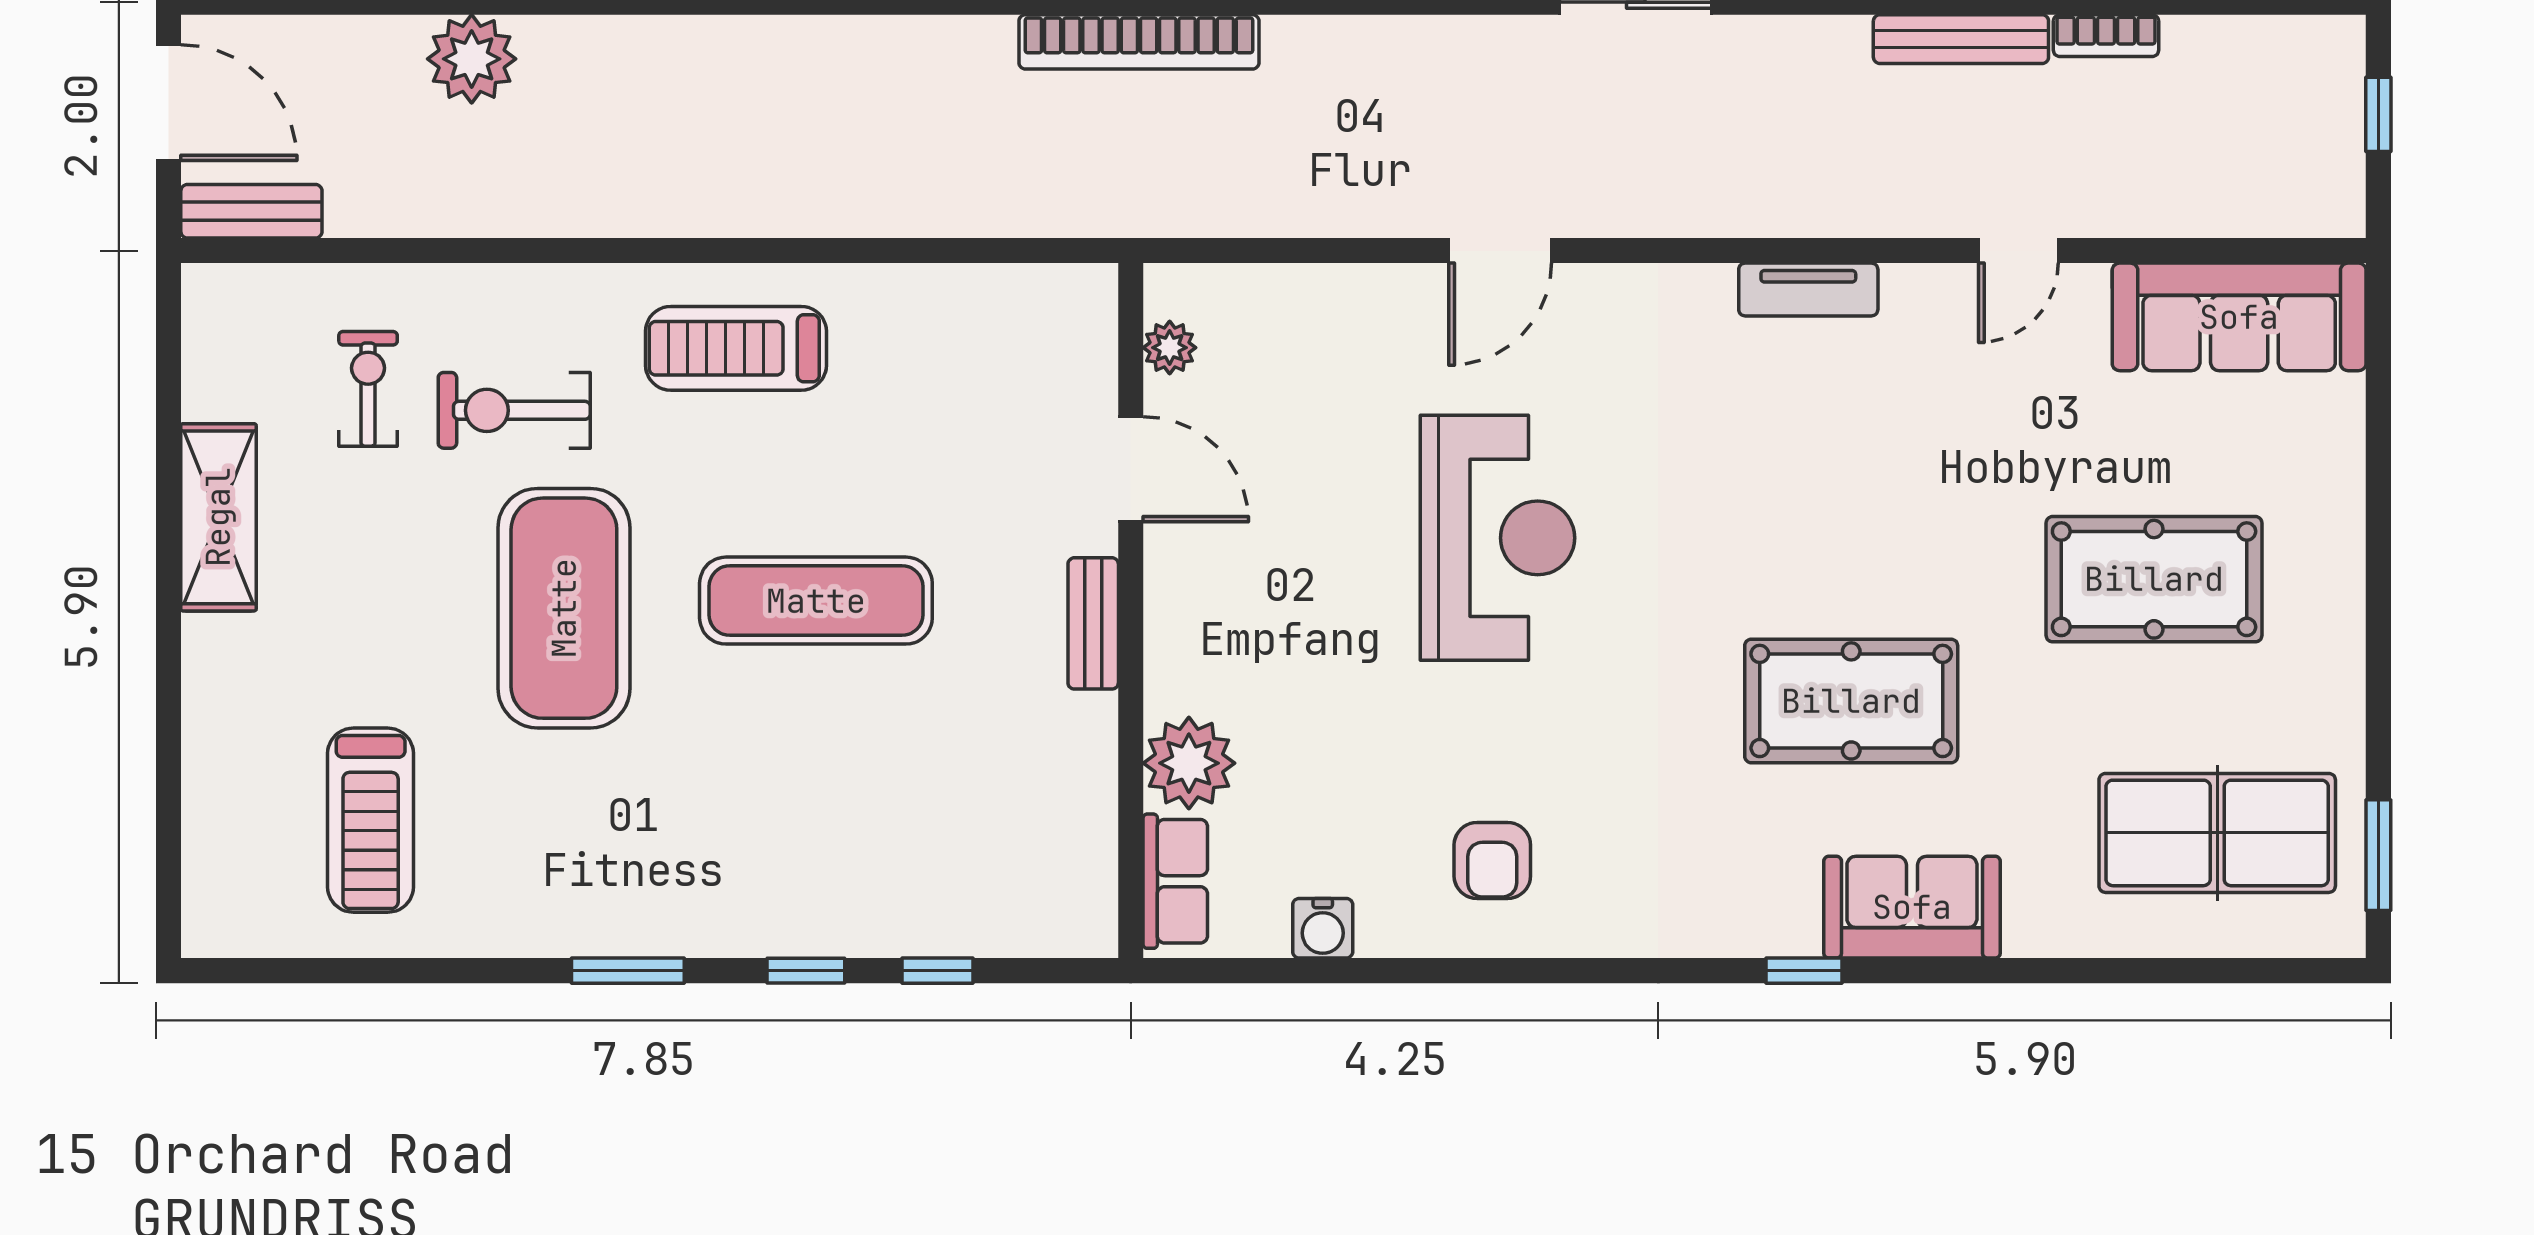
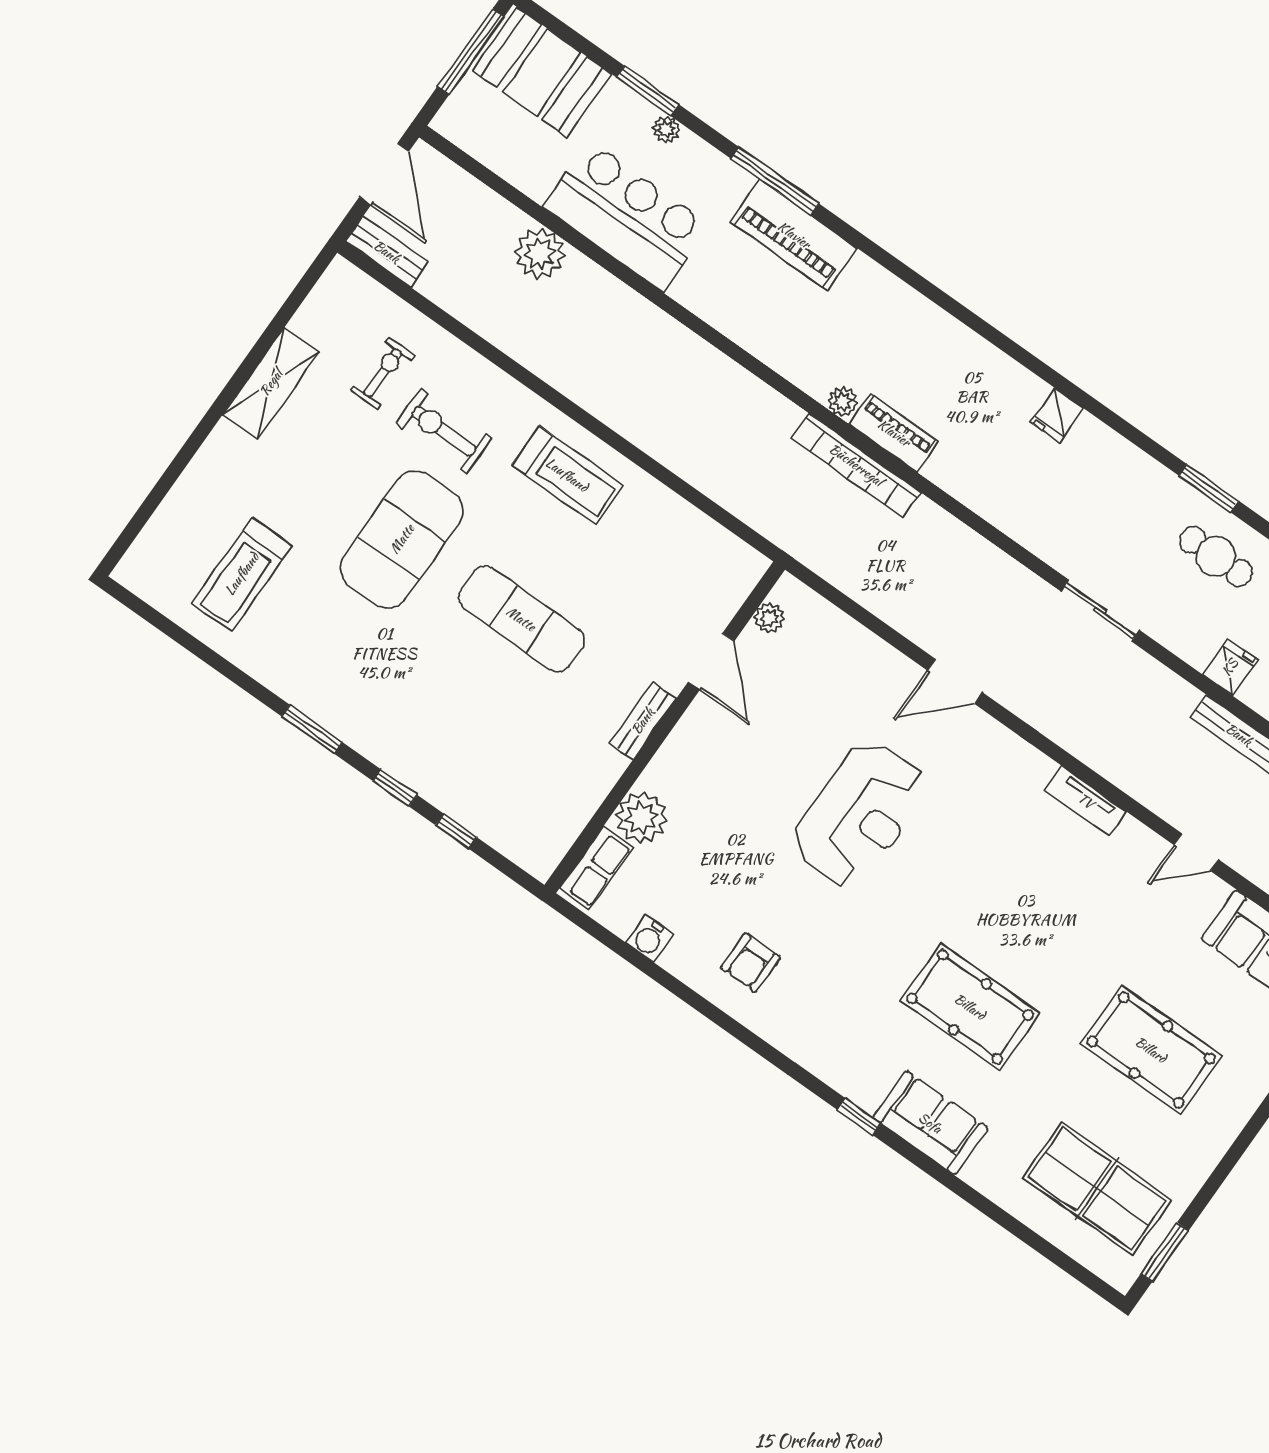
treadmill: (736, 348) -> (567, 475), turned 180

